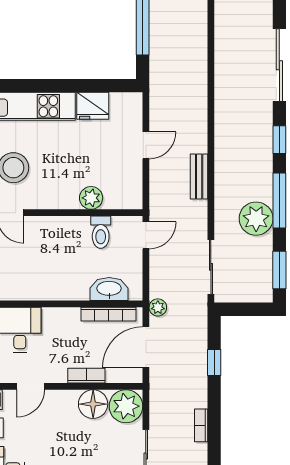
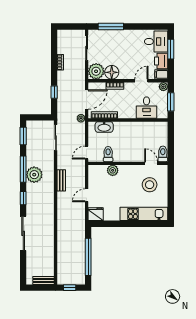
fridge: (93, 106) -> (96, 214), moved
plant: (256, 219) -> (34, 175), moved

